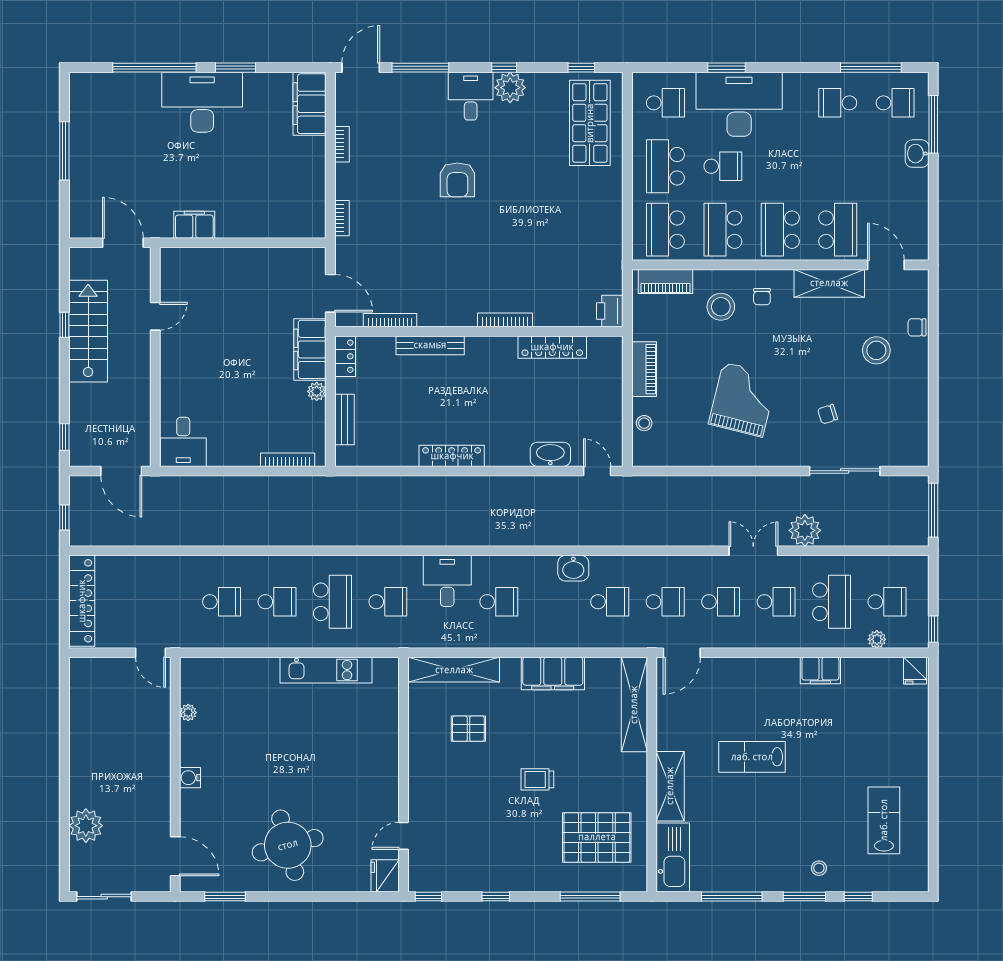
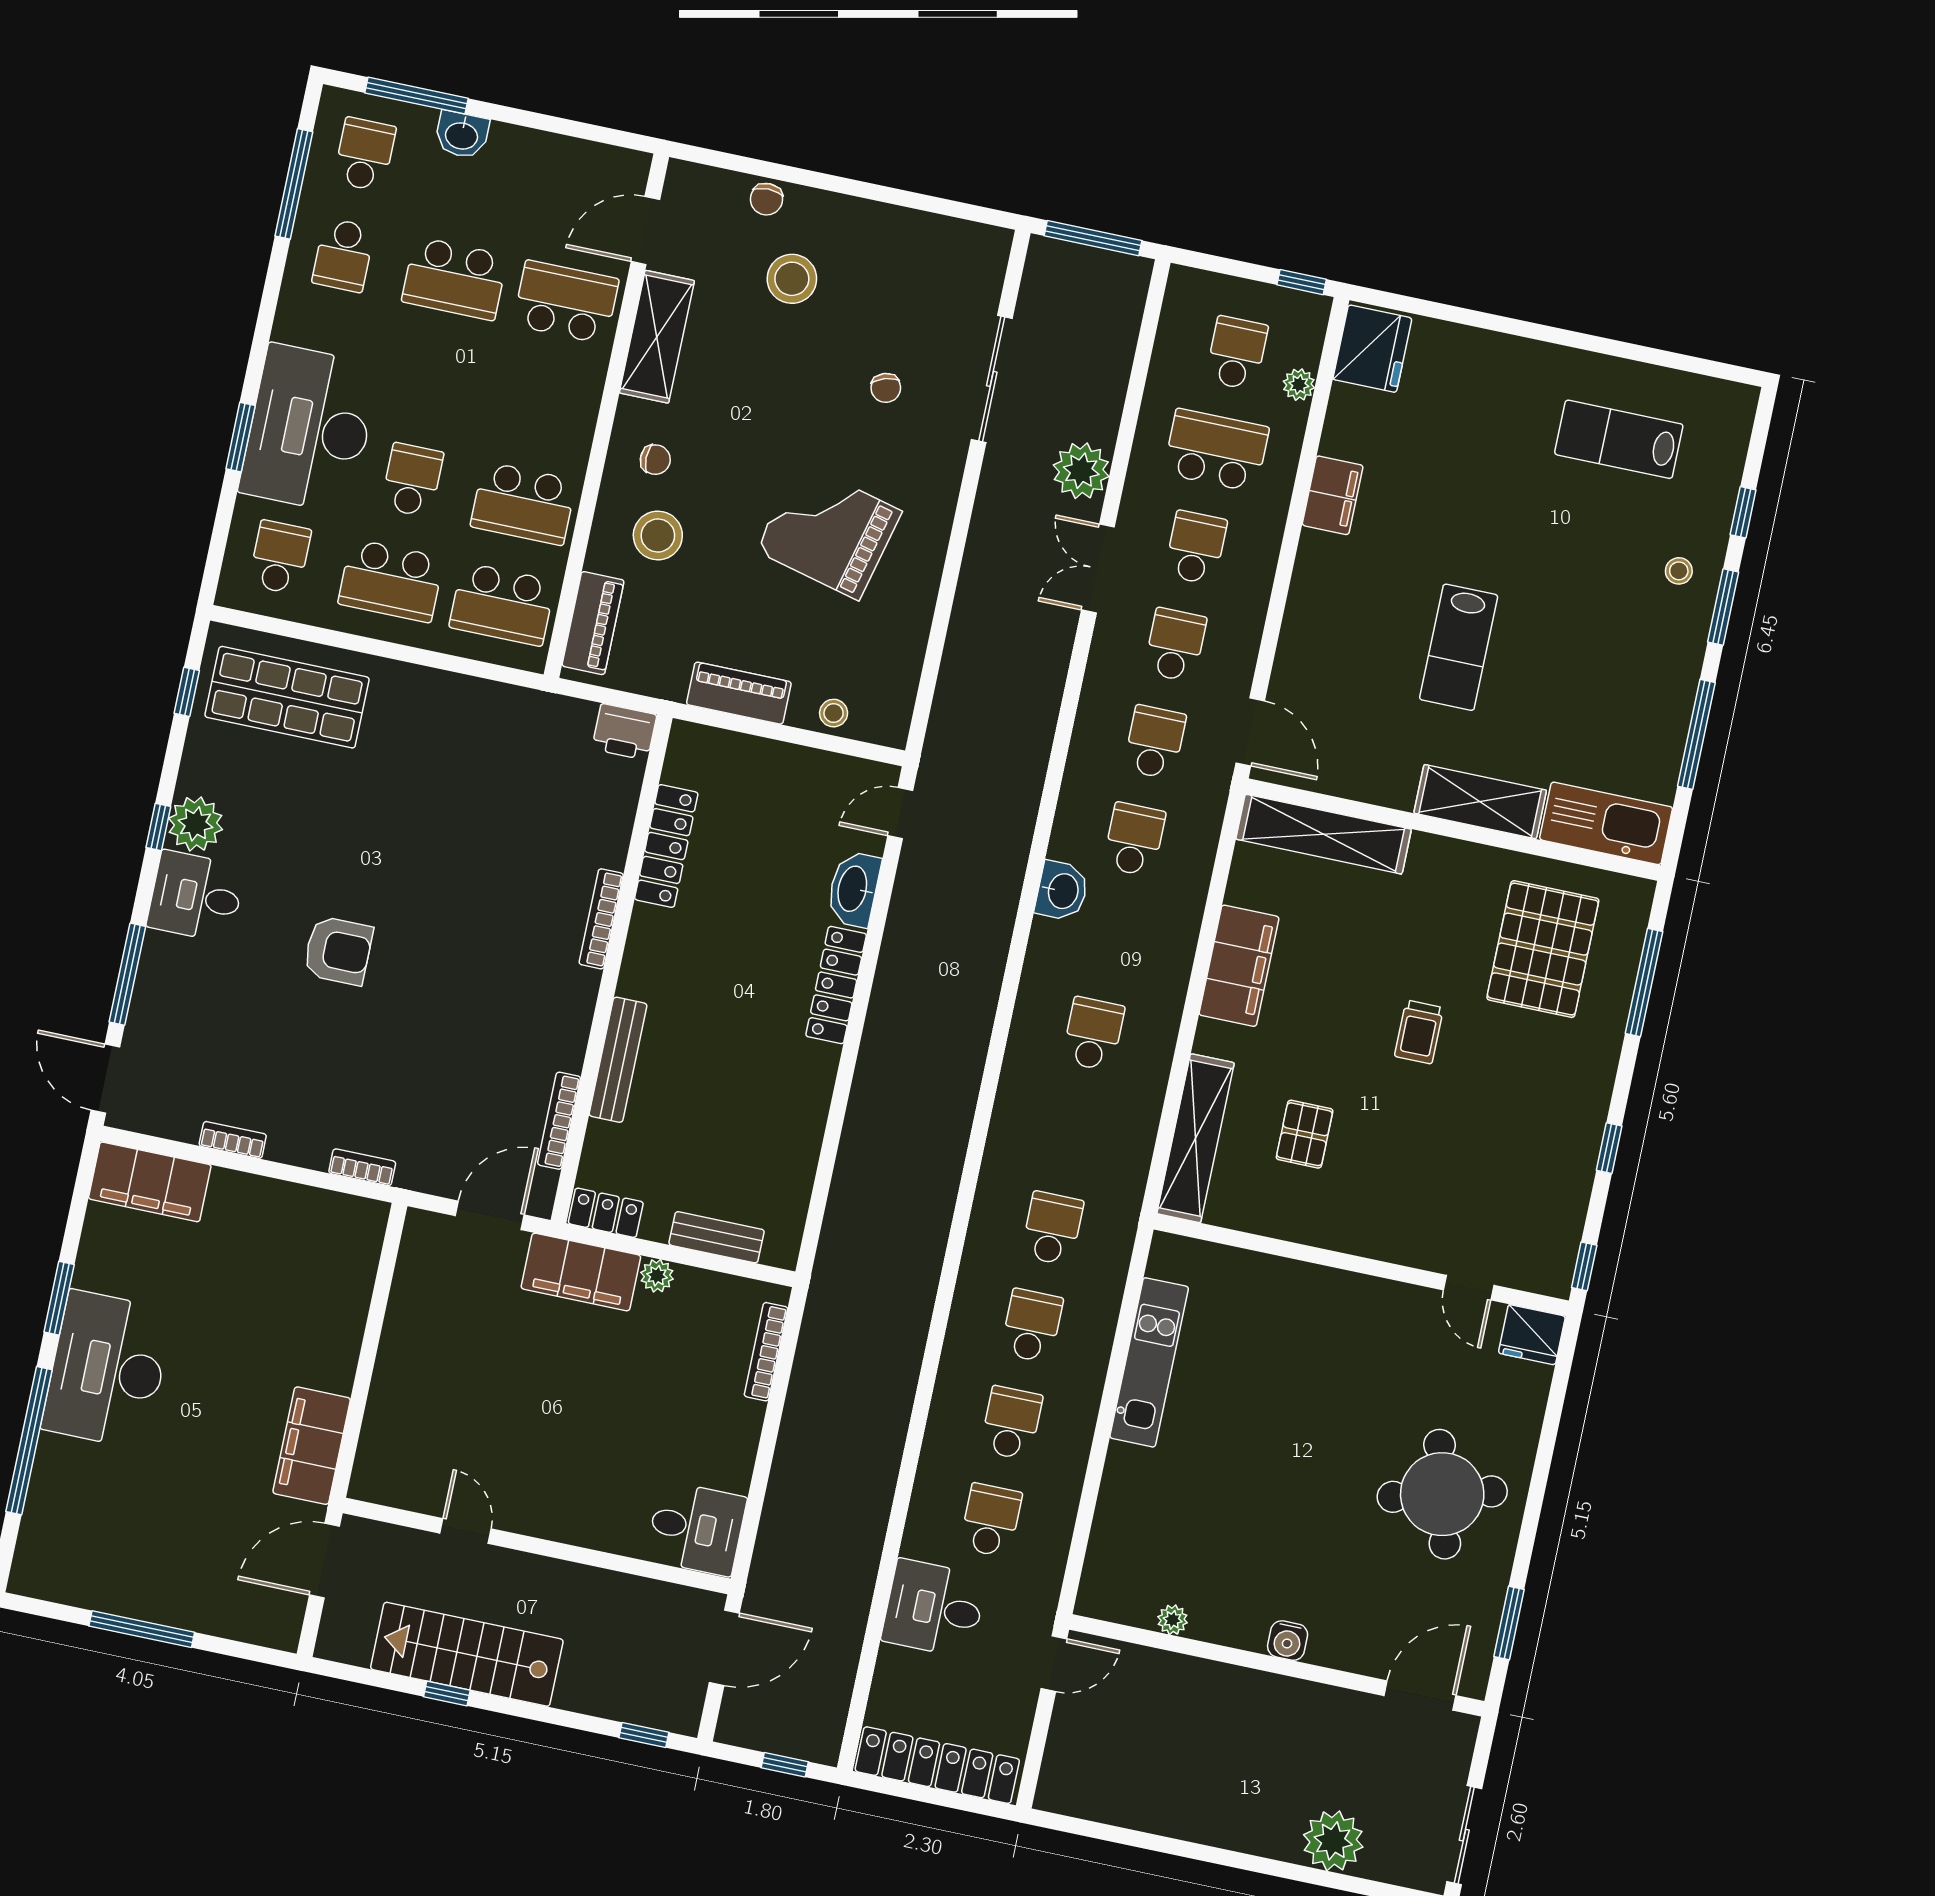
filing cabinet: (194, 225) -> (312, 1446), width x1.50, depth x1.17
school desk: (780, 230) -> (455, 279), moved
locker: (452, 456) -> (836, 985), moved
desk: (447, 581) -> (934, 1608), moved
school desk: (332, 602) -> (1032, 1326), width x0.54
fridge: (915, 671) -> (1372, 349), width x1.88, depth x1.34

